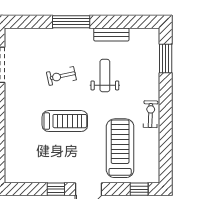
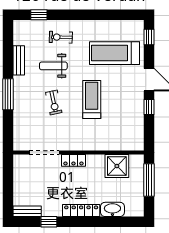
window: (166, 58) -> (39, 15), width x0.67
exercise bike: (151, 114) -> (61, 37), moved

